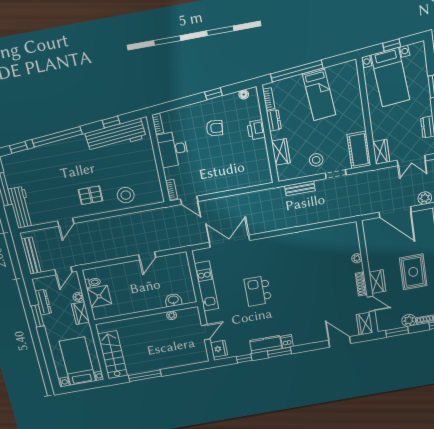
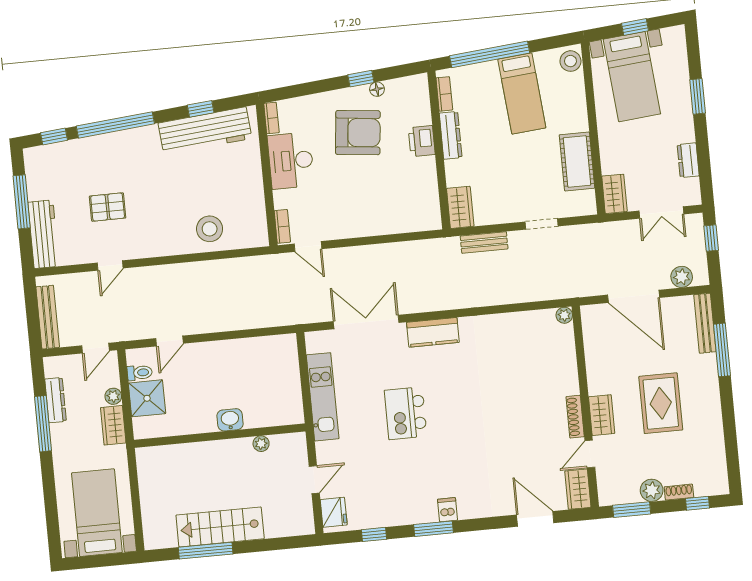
floor lamp: (244, 94) -> (377, 89), moved
dresser: (274, 120) -> (451, 135), width x1.44
armchair: (214, 128) -> (358, 133), width x1.88, depth x1.88
cot: (359, 150) -> (577, 161), moved
wardrobe: (281, 152) -> (460, 207), moved
stool: (316, 160) -> (570, 61), moved
pallet: (90, 195) -> (108, 207), moved
door: (147, 256) -> (170, 341), moved
plant: (357, 258) -> (564, 315), moved
washbasin: (173, 300) -> (230, 420), moved
door: (371, 304) -> (590, 454), swing flipped
window: (38, 316) -> (43, 424), width x1.44
kitchen counter: (266, 345) -> (433, 332), moved, turned 180
stairs: (113, 355) -> (220, 527), moved, turned -90

